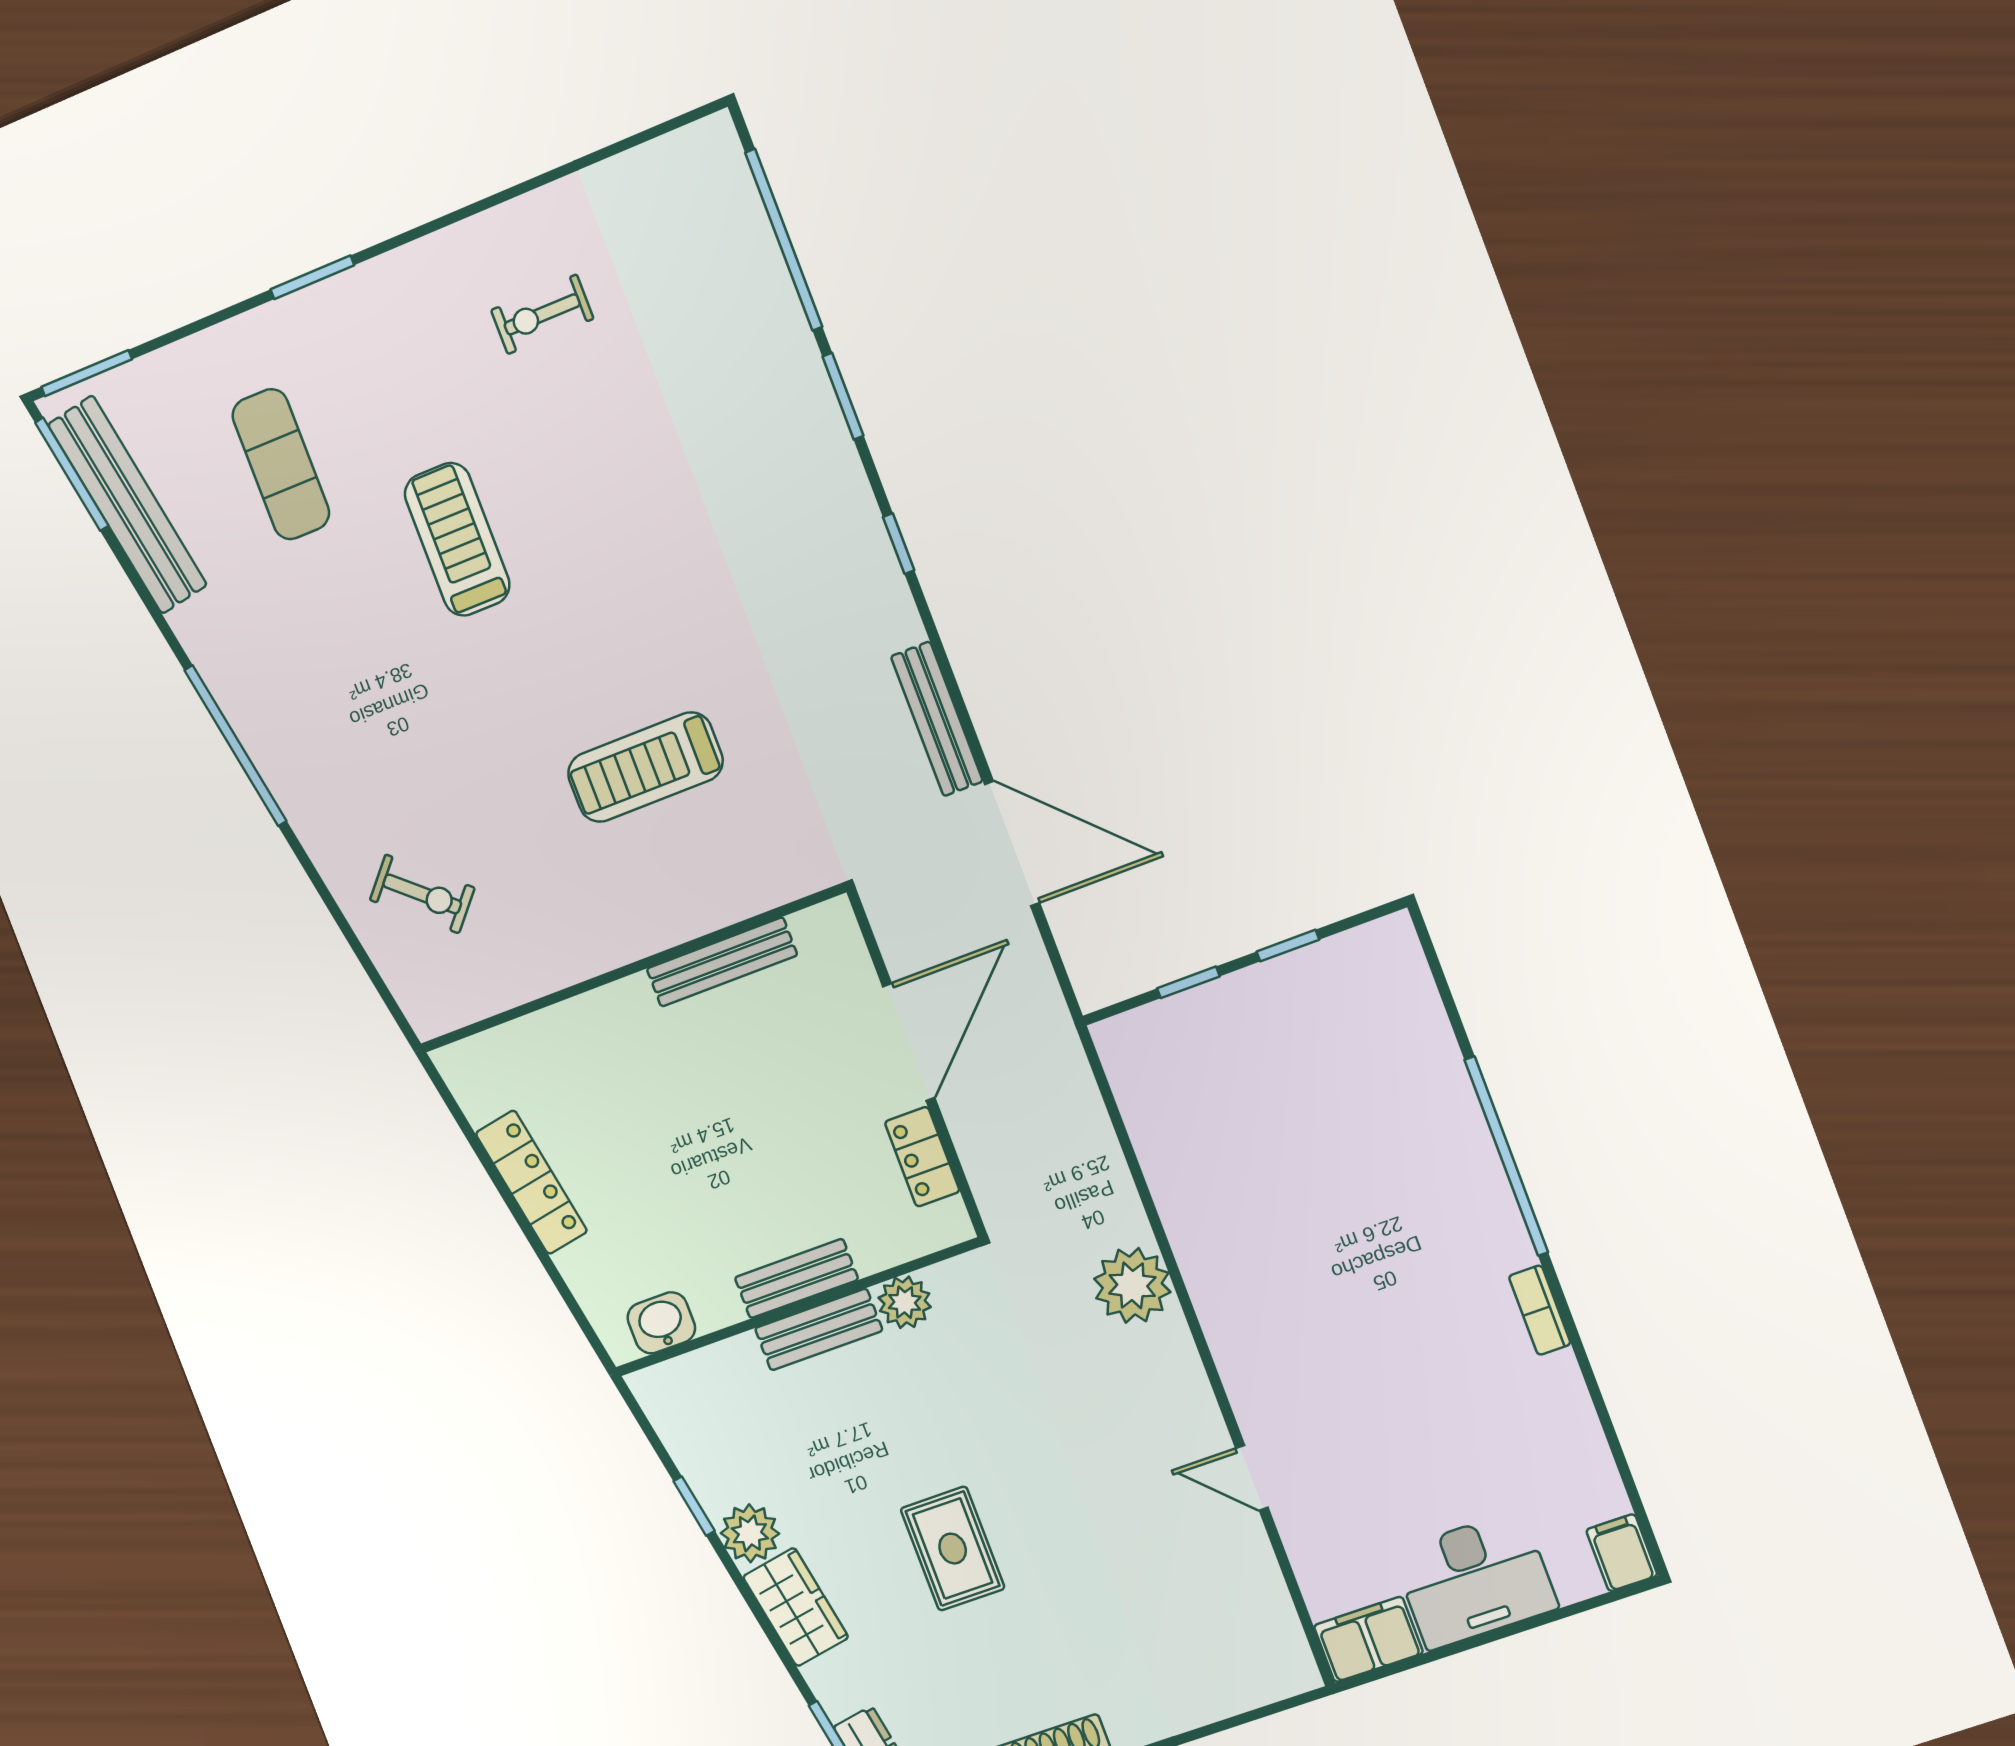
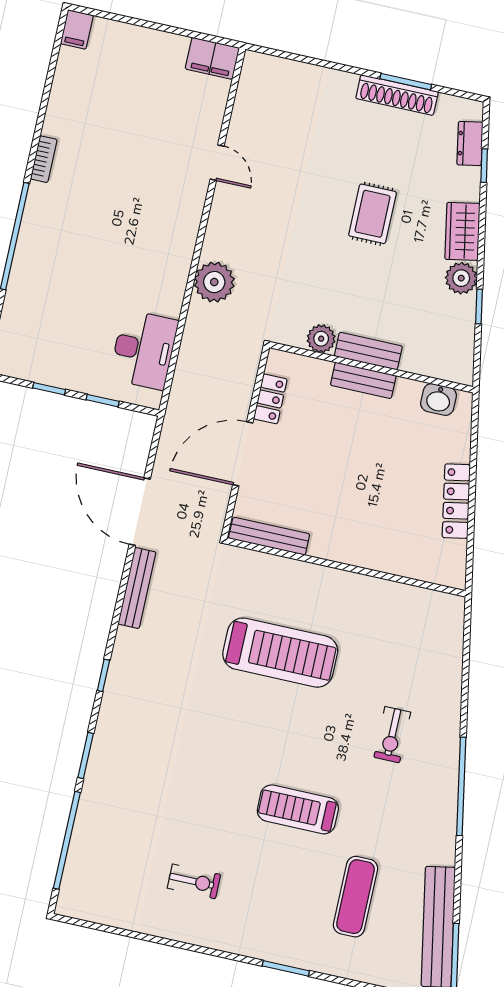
treadmill: (457, 539) -> (298, 809), turned 90
treadmill: (645, 767) -> (280, 653), width x1.37, depth x1.38
exercise bike: (422, 894) -> (392, 735), moved, turned -131
bench: (722, 962) -> (269, 536), moved
desk: (1475, 1580) -> (144, 350), moved, turned 90

